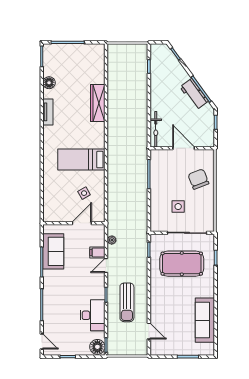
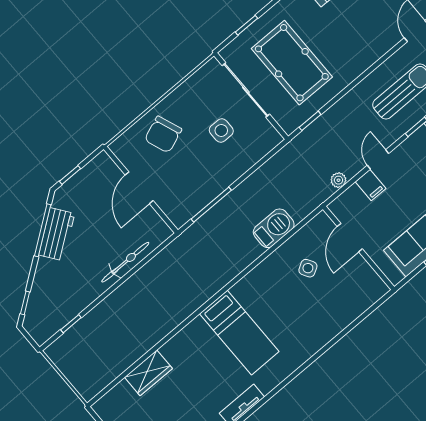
wardrobe: (98, 103) -> (148, 373), moved, width x0.67
bicycle: (156, 129) -> (125, 262), moved
bed: (81, 160) -> (239, 333), moved
barbecue: (115, 193) -> (274, 228), added
door: (82, 223) -> (350, 238), hinge flipped
door: (106, 266) -> (378, 159), swing flipped

